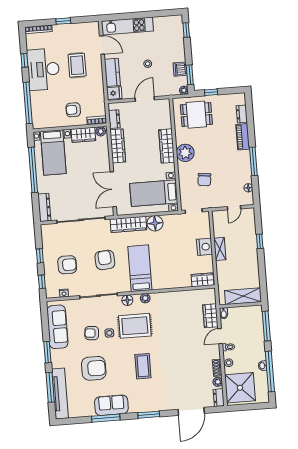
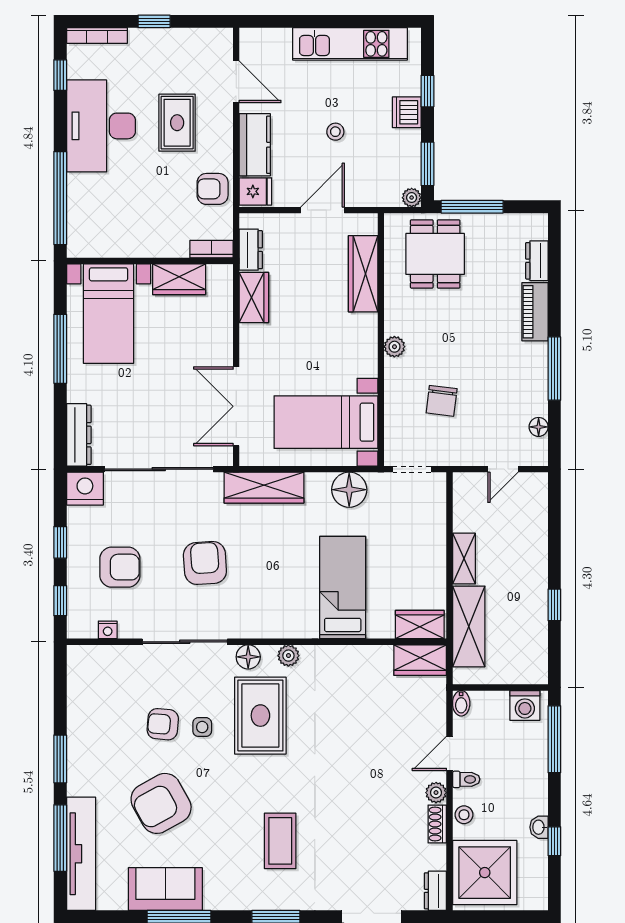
kitchen unit: (127, 26) -> (350, 44), moved
window: (186, 30) -> (427, 91), moved
window: (24, 60) -> (60, 75), moved
dishwasher: (180, 69) -> (407, 112), moved
window: (211, 92) -> (472, 207), width x2.17
armchair: (73, 110) -> (213, 189), moved
dining table: (196, 115) -> (435, 254), turned 90
plant: (101, 131) -> (218, 275), removed
wardrobe: (118, 146) -> (254, 297), width x0.67
wardrobe: (167, 146) -> (363, 274), moved
plant: (185, 153) -> (394, 347), width x0.53, depth x0.53
window: (33, 170) -> (60, 349), width x0.68
floor lamp: (155, 223) -> (349, 490), moved
window: (260, 241) -> (554, 605), moved
nightstand: (204, 247) -> (85, 489), moved, turned -90
bed: (140, 268) -> (343, 588), moved
shelving: (243, 296) -> (469, 626), moved, turned 90
washing machine: (252, 312) -> (525, 705), added
wardrobe: (210, 316) -> (420, 660), moved, turned -90
rug: (135, 326) -> (260, 716), turned 90
sofa: (57, 327) -> (87, 704), removed
coffee table: (143, 366) -> (280, 841), moved
armchair: (94, 368) -> (161, 803), turned 151
window: (270, 371) -> (554, 841), width x0.32
plant: (218, 382) -> (436, 793), moved
sofa: (111, 405) -> (165, 889), moved

